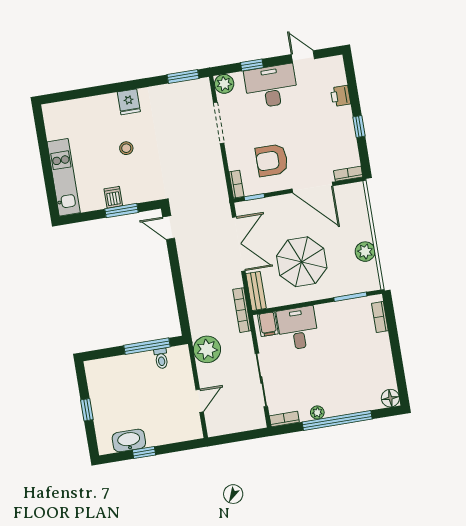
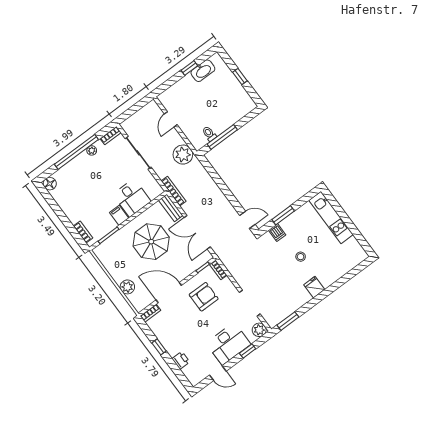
dishwasher: (113, 197) -> (277, 233), moved
plant: (365, 252) -> (127, 287), moved
filing cabinet: (268, 324) -> (119, 215), moved

